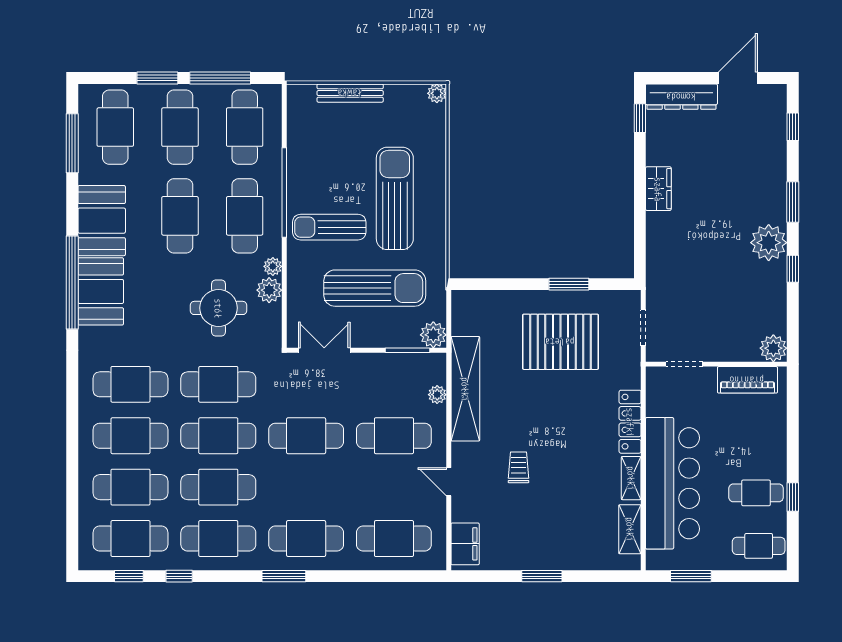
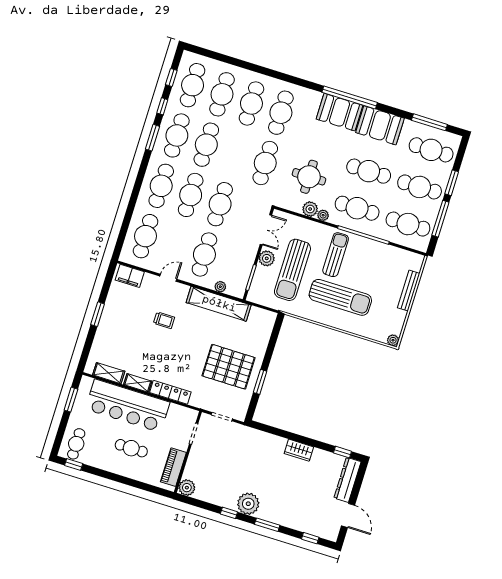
plant: (433, 335) -> (267, 258), moved
pallet: (560, 342) -> (229, 367), turned 90
cafe table: (218, 436) -> (191, 195), moved
cafe table: (756, 493) -> (131, 448), moved, turned 90
window: (793, 497) -> (74, 464), moved
window: (284, 576) -> (153, 138), moved

